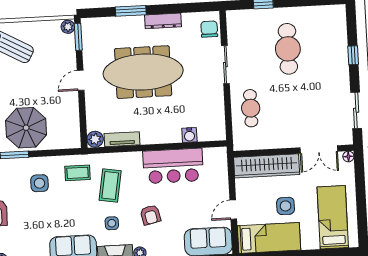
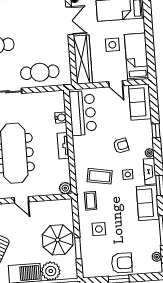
cafe table: (251, 108) -> (40, 72), width x1.37, depth x1.35
tv unit: (122, 139) -> (63, 146), moved
bar counter: (173, 166) -> (83, 113), moved

